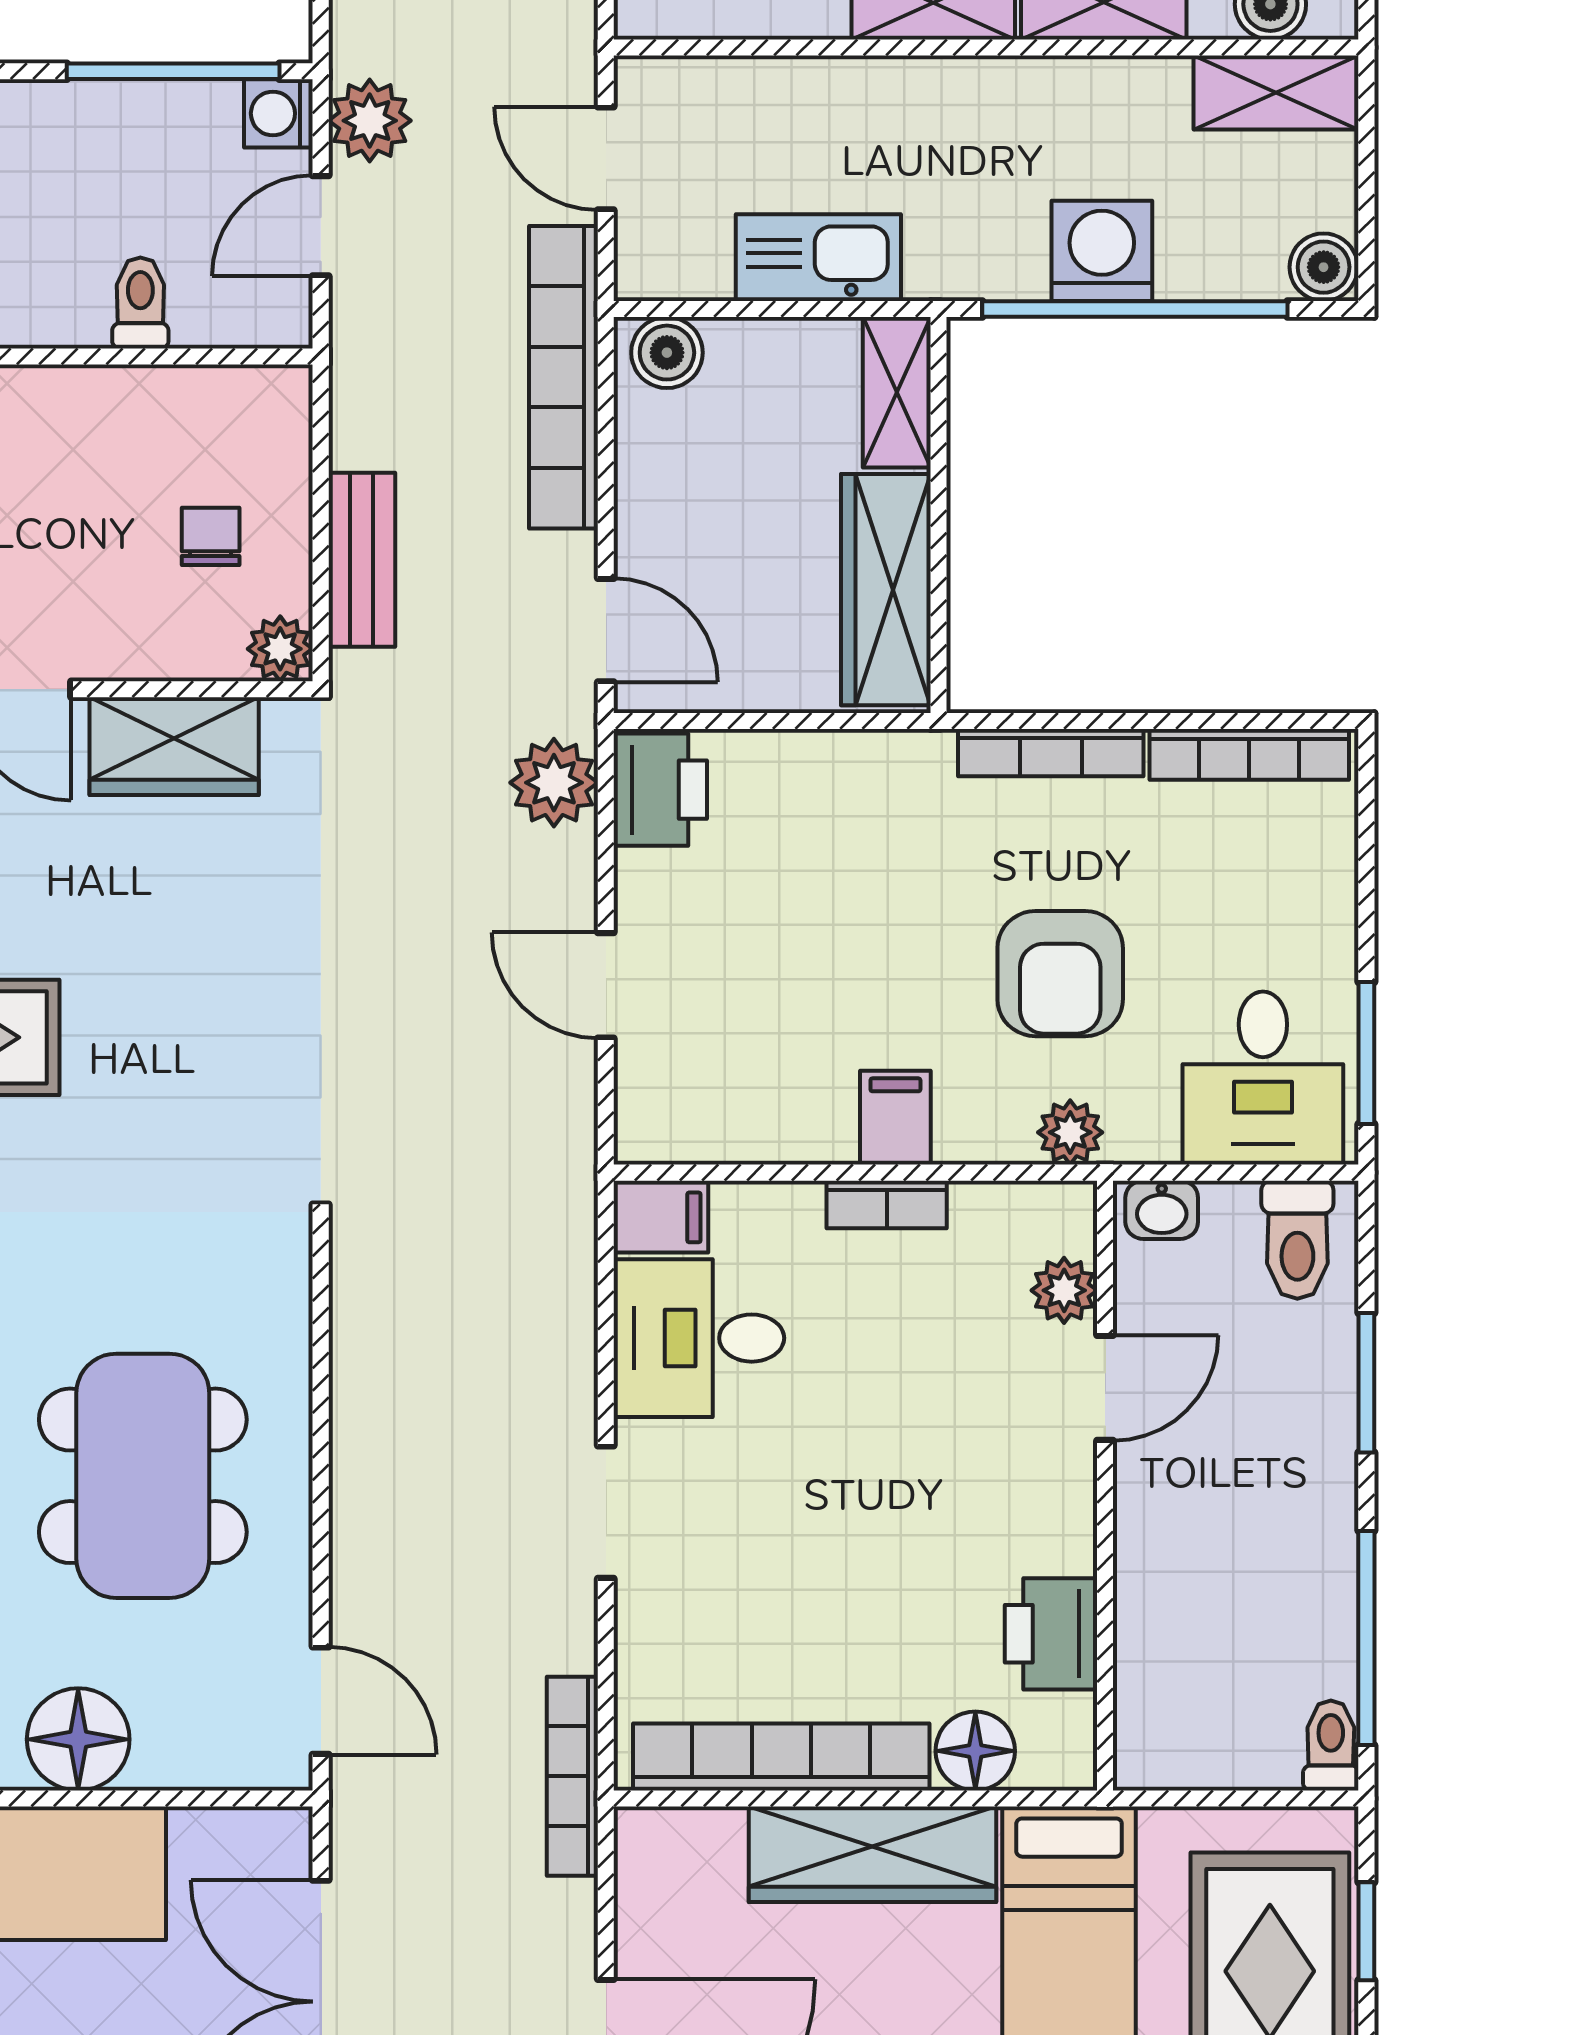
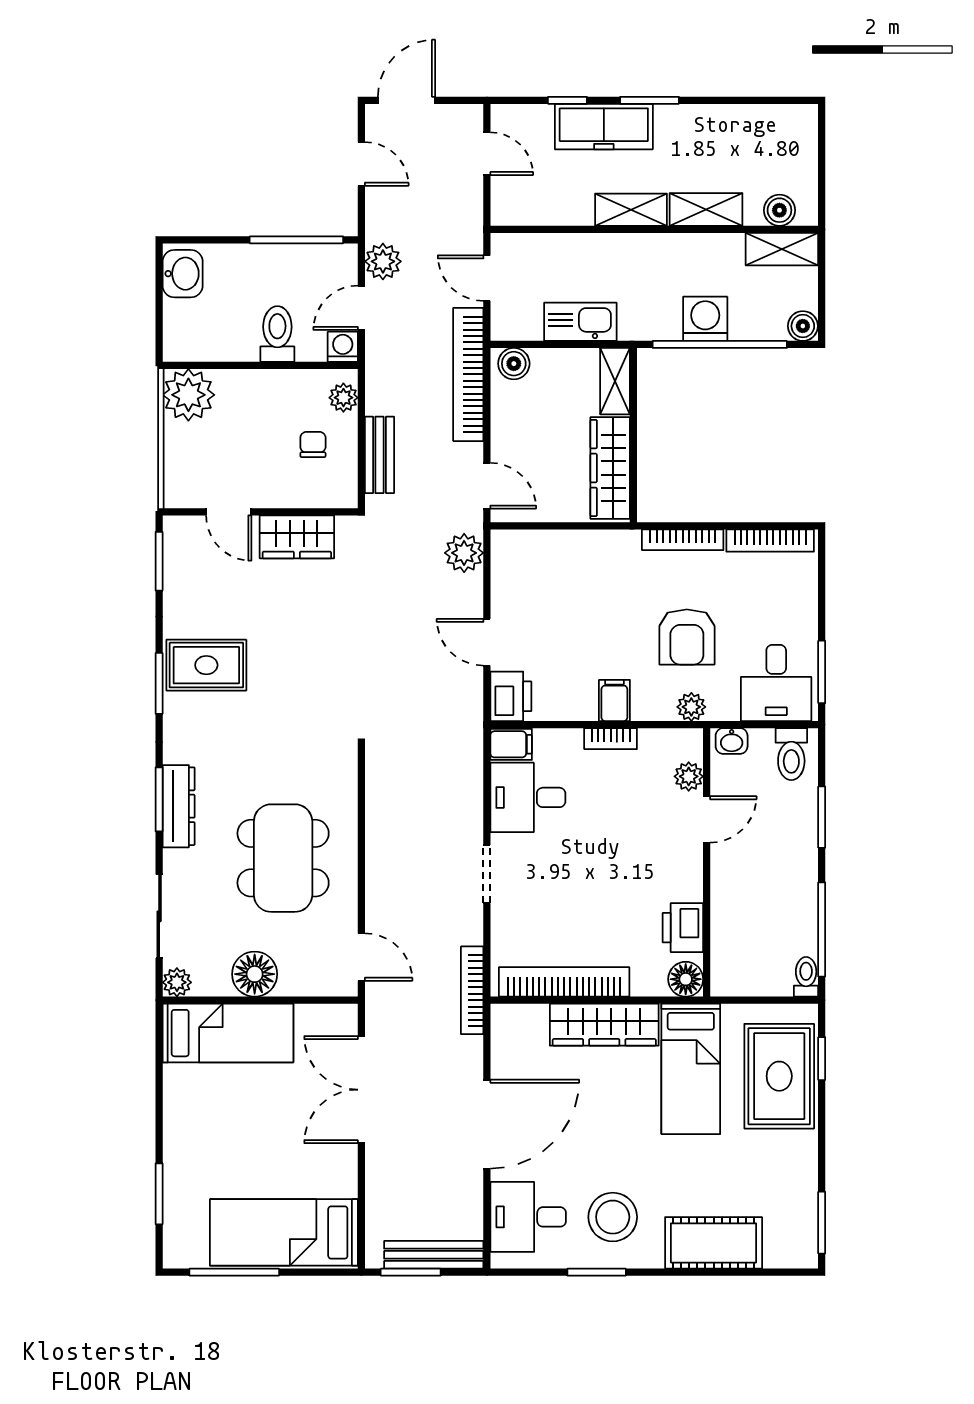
washing machine: (278, 113) -> (343, 347), moved, turned 90
toilet: (140, 303) -> (277, 334), width x1.37, depth x1.39
plant: (280, 649) -> (343, 398), moved
printer: (660, 790) -> (511, 696), moved
floor lamp: (975, 1751) -> (686, 979), moved

